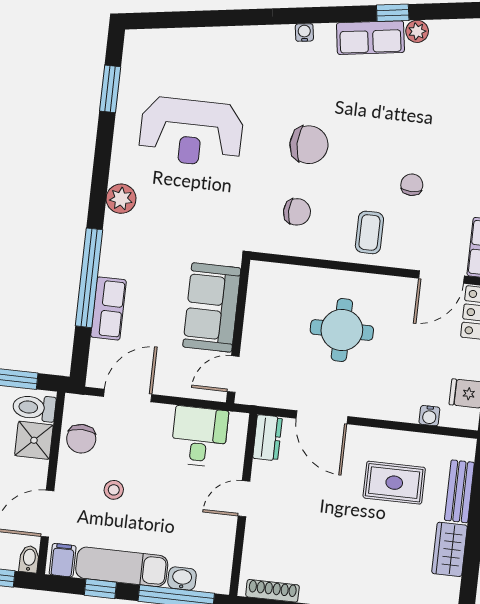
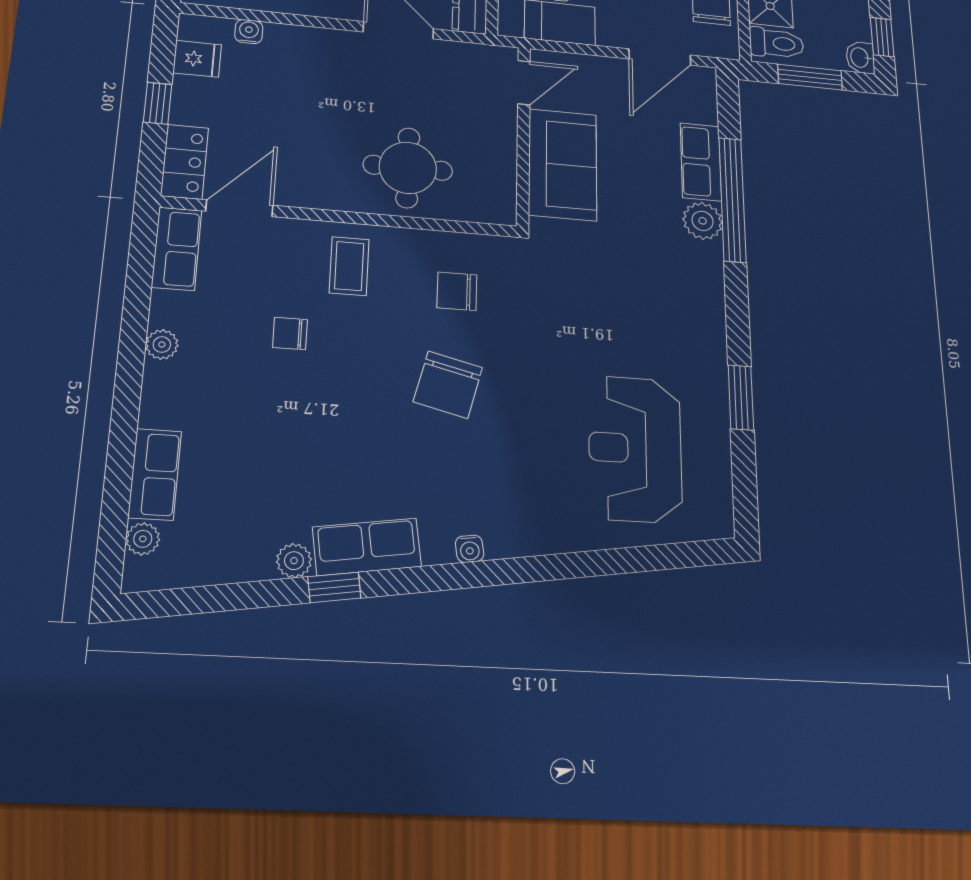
window: (110, 89) -> (741, 397), moved
reception desk: (191, 132) -> (635, 449), moved, turned -90
chair: (309, 145) -> (448, 385), turned -76
chair: (412, 185) -> (290, 333), turned 90
plant: (121, 199) -> (703, 221), moved
round table: (342, 330) -> (408, 168), moved

